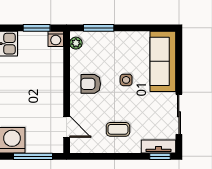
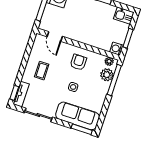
window: (99, 28) -> (114, 80), width x1.44
plant: (95, 40) -> (107, 75), added
window: (179, 50) -> (82, 129), added
door: (67, 127) -> (55, 37), hinge flipped

